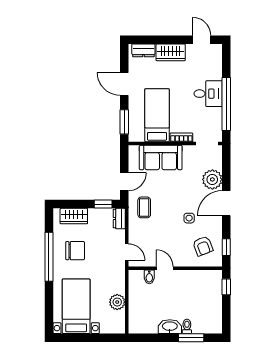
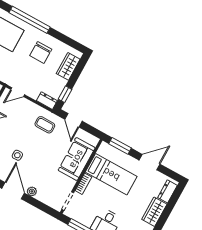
plant: (212, 179) -> (32, 191), width x0.53, depth x0.53
window: (49, 257) -> (30, 20), moved

